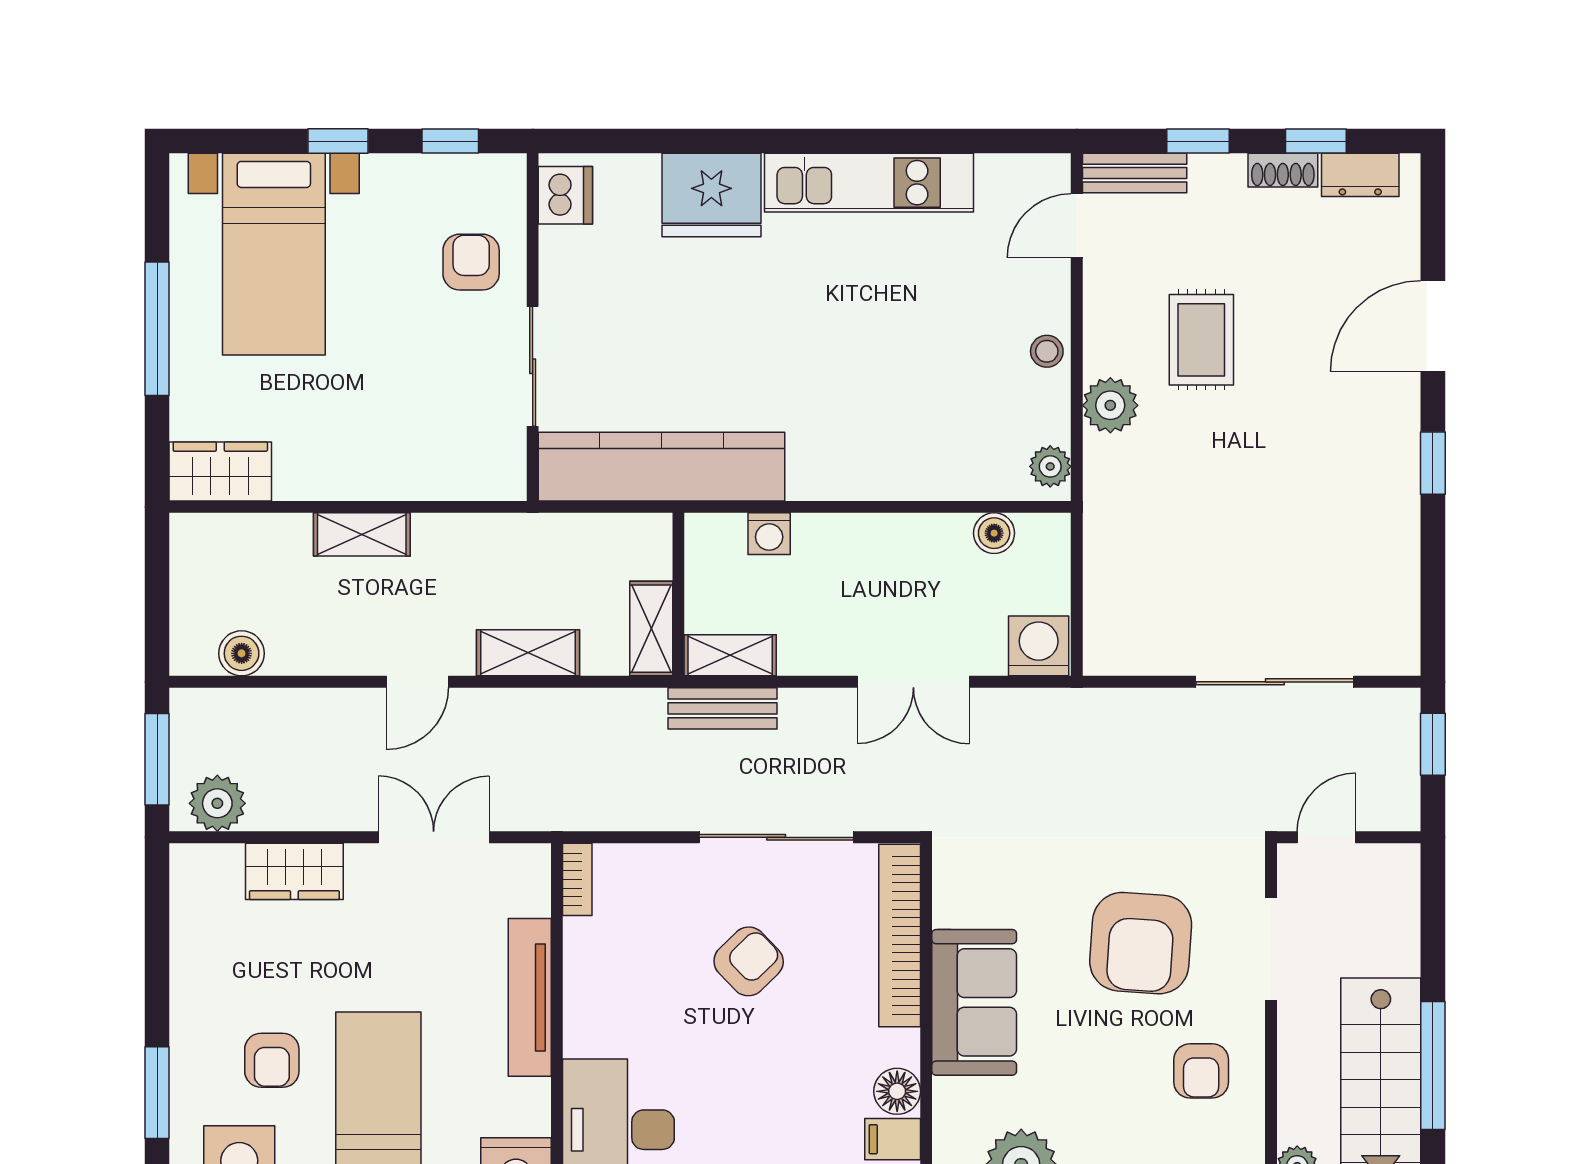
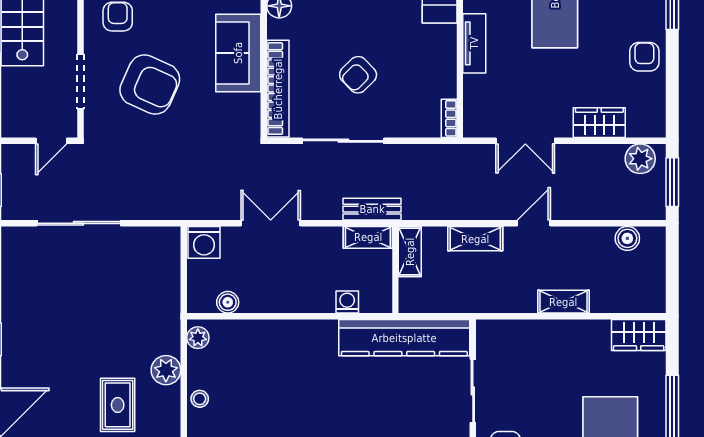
armchair: (1141, 943) -> (150, 85), turned 110
tv unit: (530, 997) -> (474, 43), width x0.71
armchair: (272, 1060) -> (644, 57), moved

